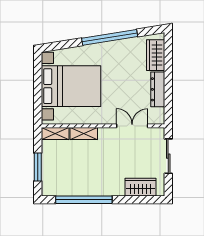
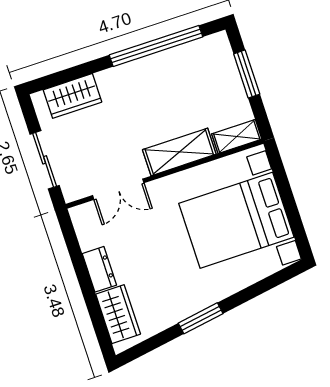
window: (110, 37) -> (201, 318), width x0.47
dresser: (158, 89) -> (99, 269), width x0.70
shelving: (84, 133) -> (179, 152), width x1.50, depth x1.33

